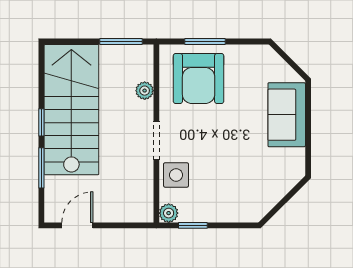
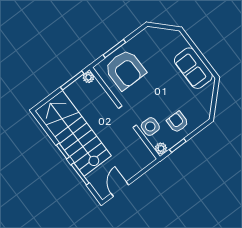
plant: (145, 91) -> (88, 77), moved
sofa: (287, 115) -> (193, 68), moved
armchair: (215, 195) -> (177, 122), added

